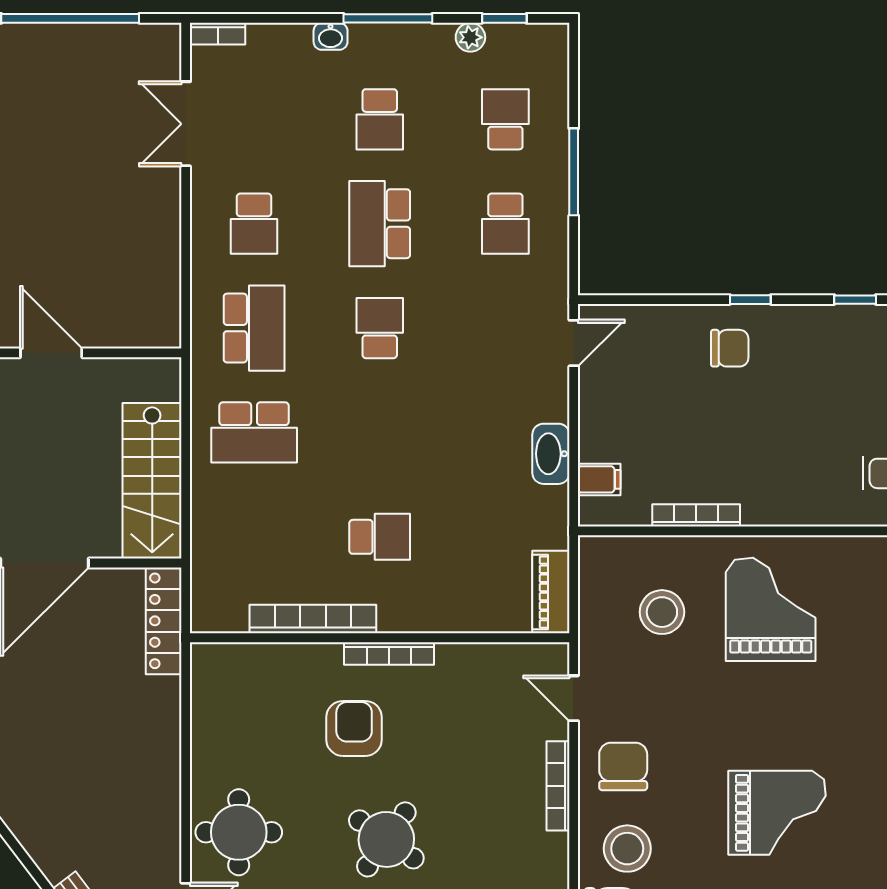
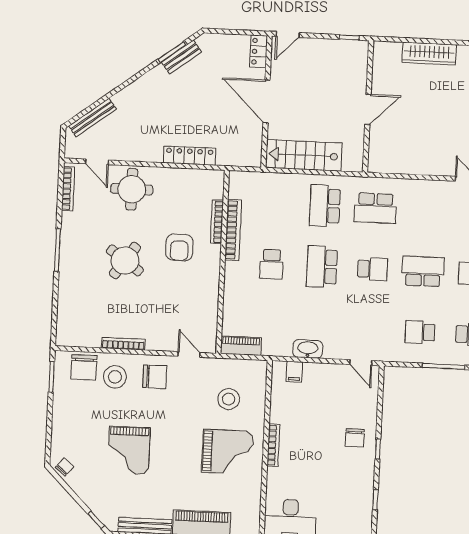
school desk: (254, 224) -> (322, 267), moved, width x1.85
bookcase: (696, 515) -> (273, 445), moved
locker: (164, 621) -> (190, 156), moved
bookcase: (389, 653) -> (217, 222), moved
door: (574, 698) -> (189, 354), hinge flipped
armchair: (354, 728) -> (179, 247), turned 90
bookcase: (558, 786) -> (123, 344), moved

